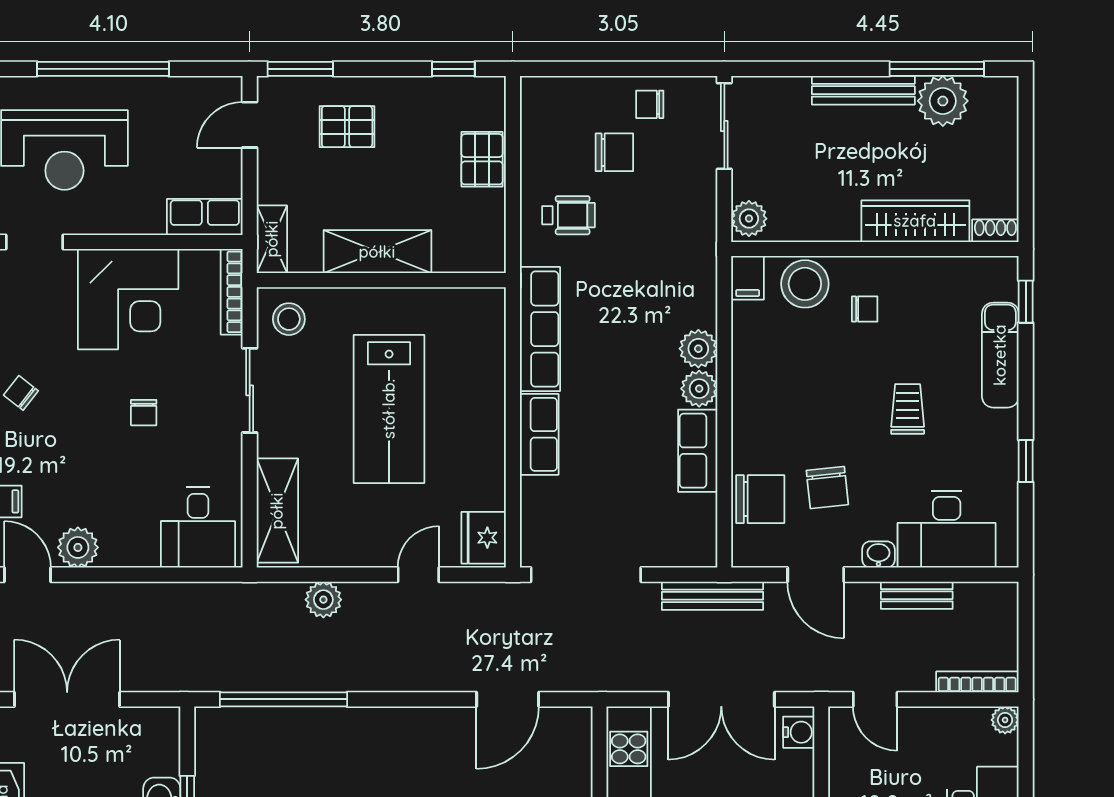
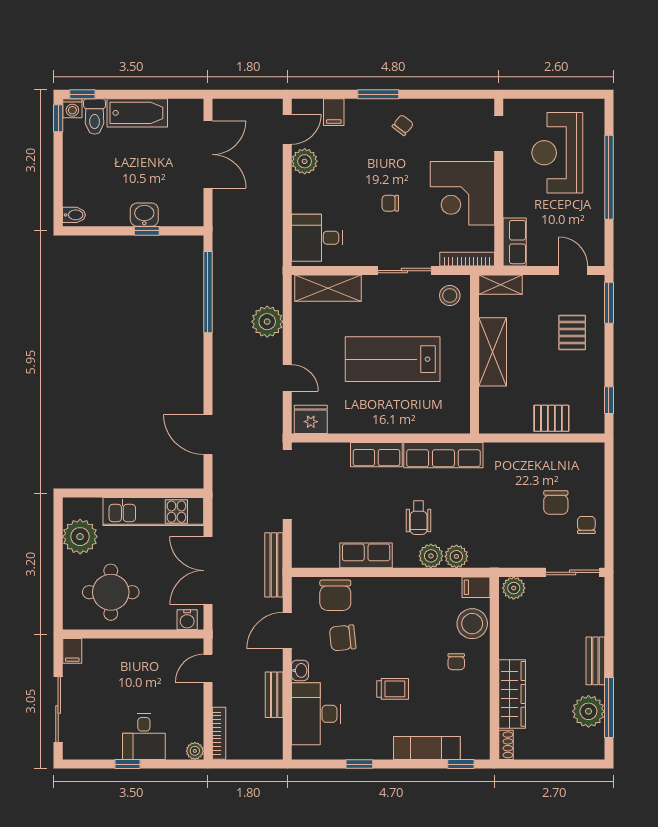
bench: (863, 90) -> (595, 661), width x0.73
wheelchair: (568, 215) -> (419, 518), moved
plant: (699, 389) -> (456, 556), moved
plant: (323, 600) -> (267, 322), width x1.36, depth x1.36

